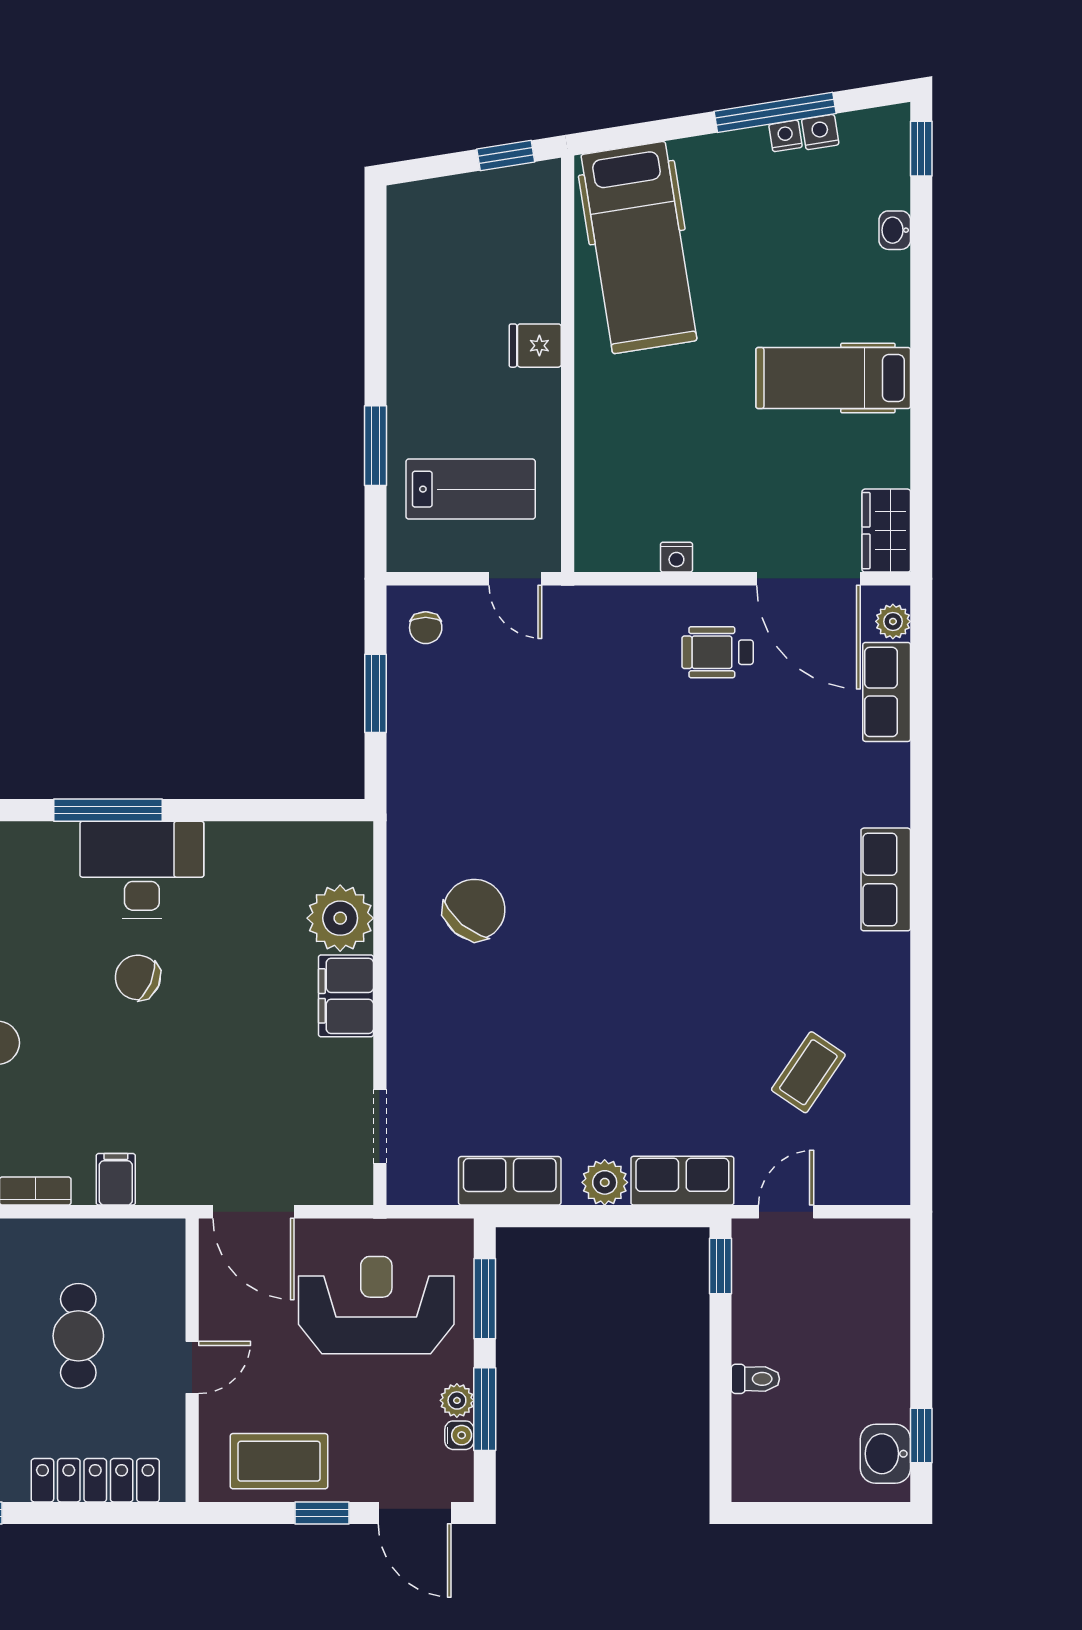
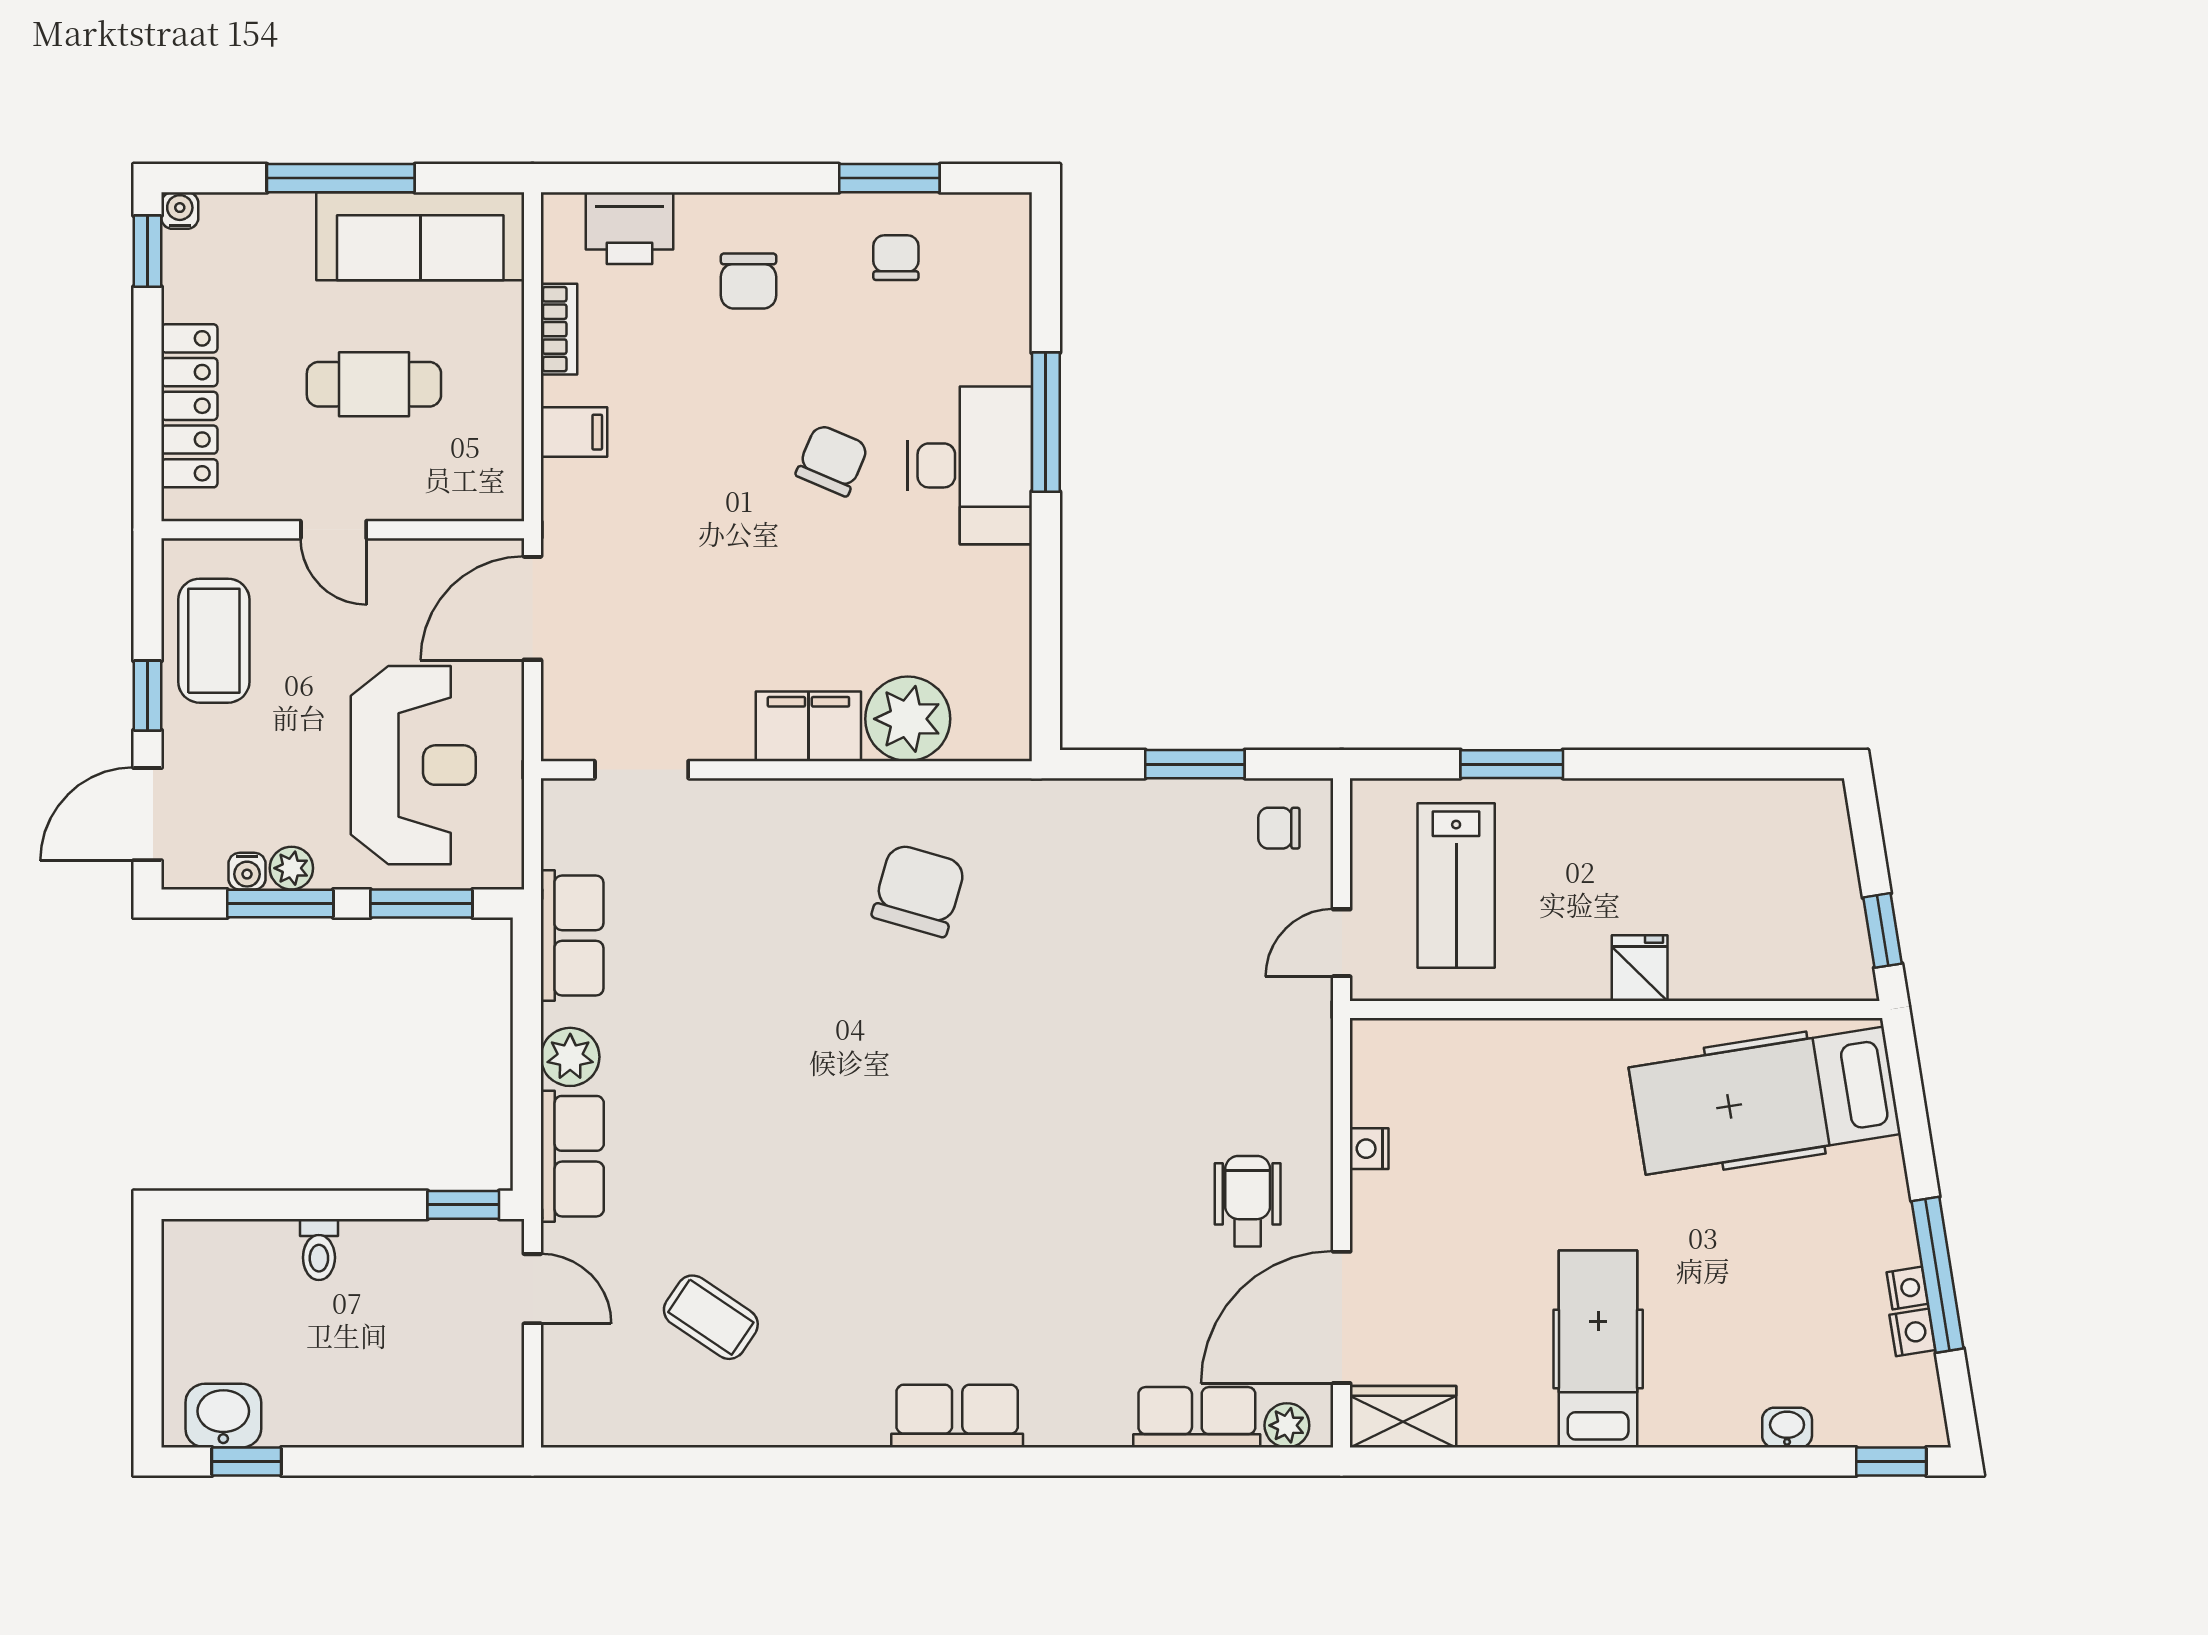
chair: (474, 910) -> (919, 890), turned -114

